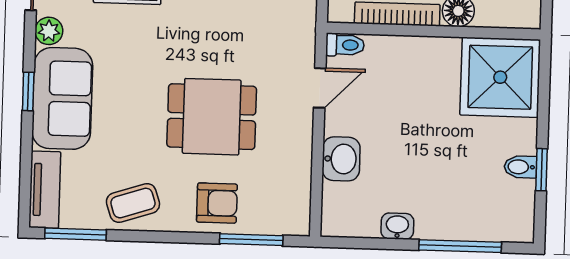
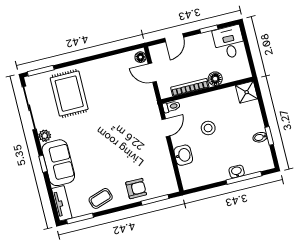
shower: (500, 77) -> (247, 92), width x0.54, depth x0.54
stool: (412, 115) -> (208, 128), added
dining table: (212, 117) -> (124, 153), removed
washbasin: (397, 226) -> (237, 172), moved

